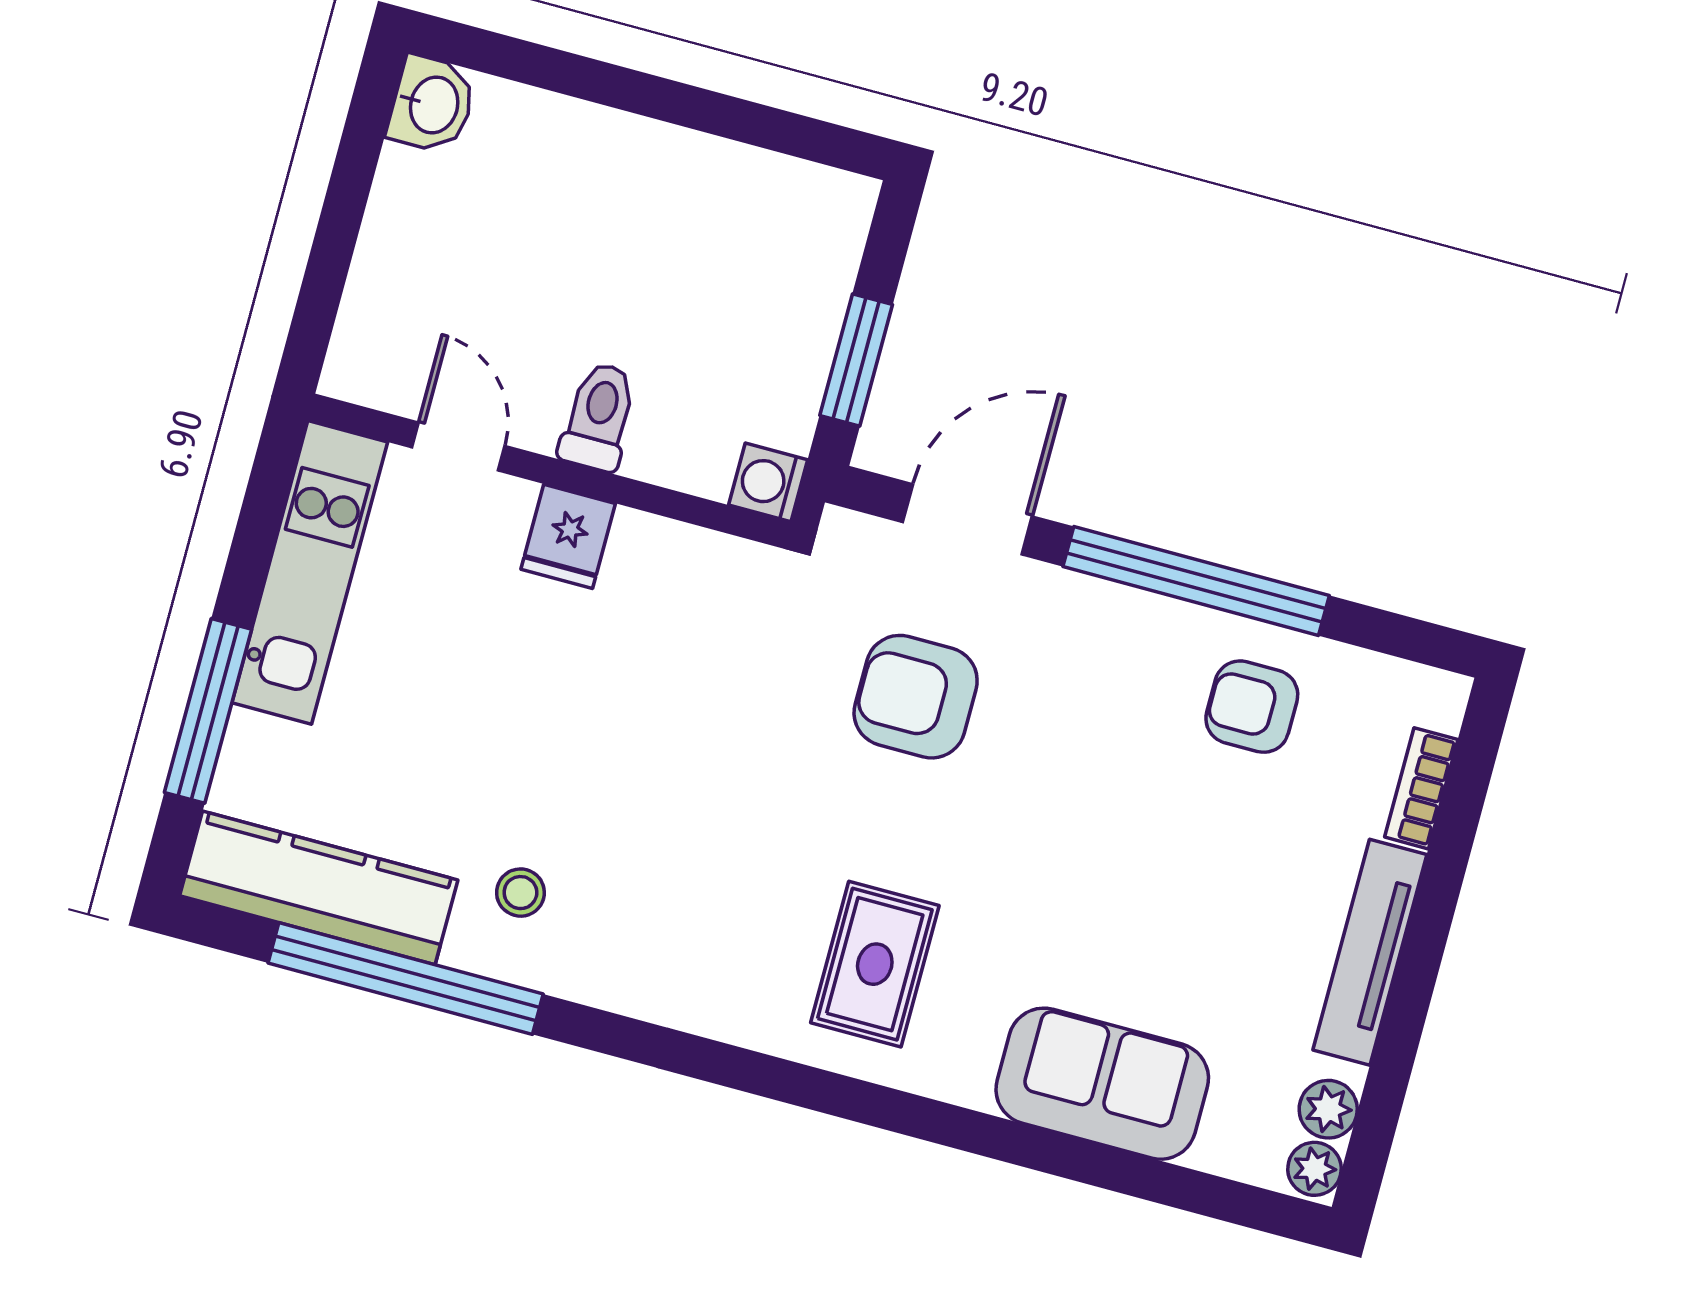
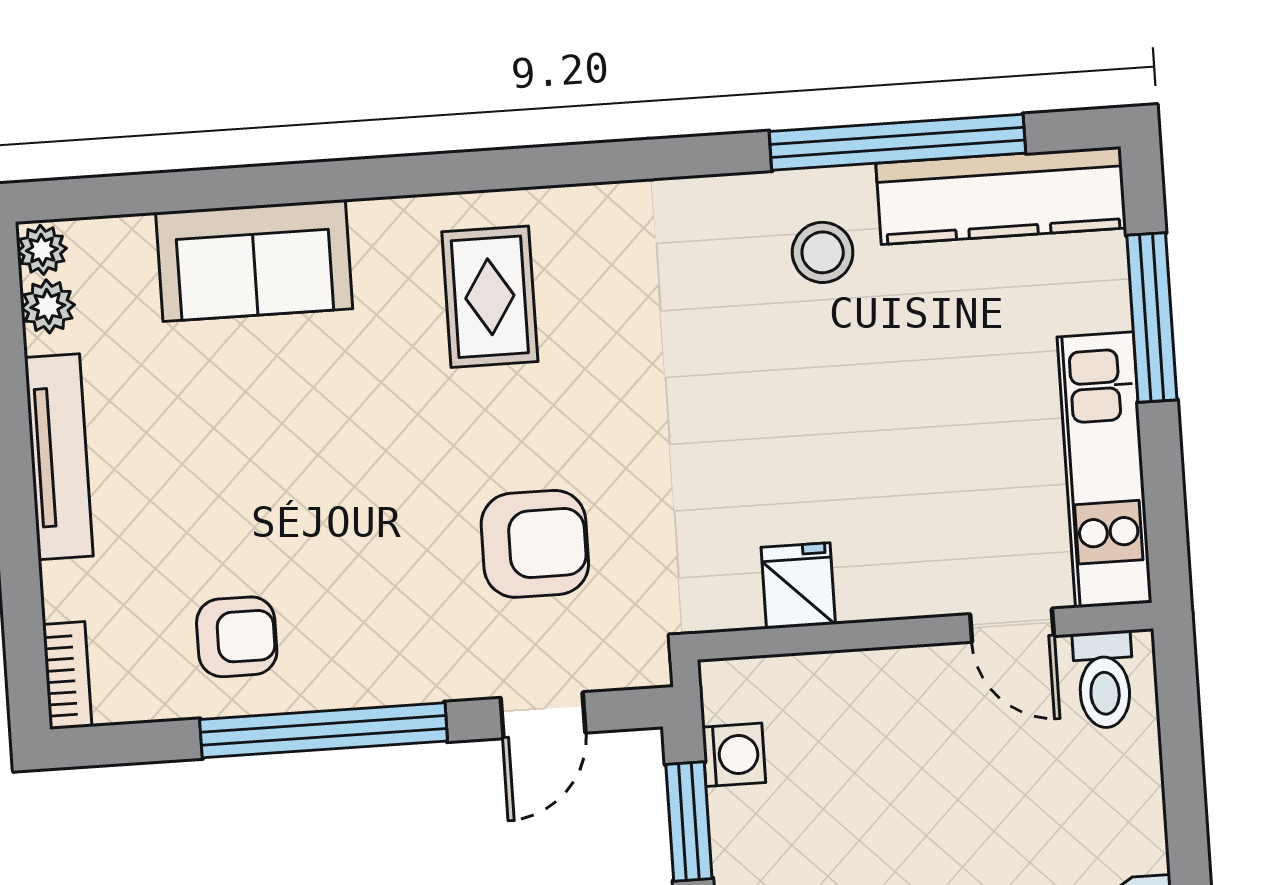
toilet: (599, 417) -> (1104, 680), moved
washing machine: (768, 482) -> (734, 755), moved
door: (967, 519) -> (543, 715), width x0.73
fridge: (568, 536) -> (798, 586), moved
bookcase: (1421, 788) -> (67, 675), moved
stool: (520, 893) -> (823, 252), width x1.37, depth x1.37

